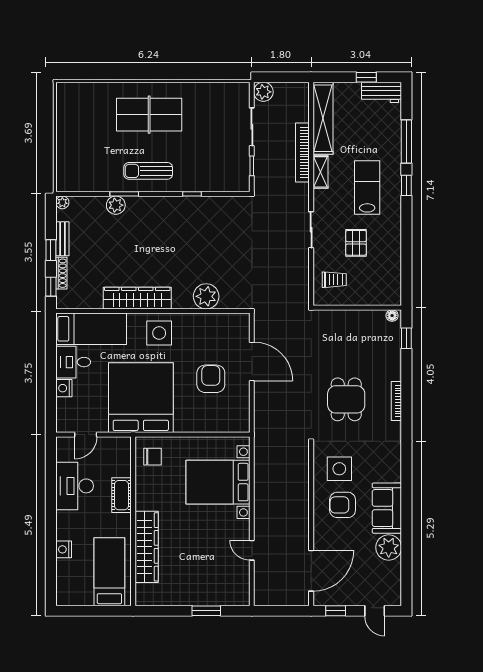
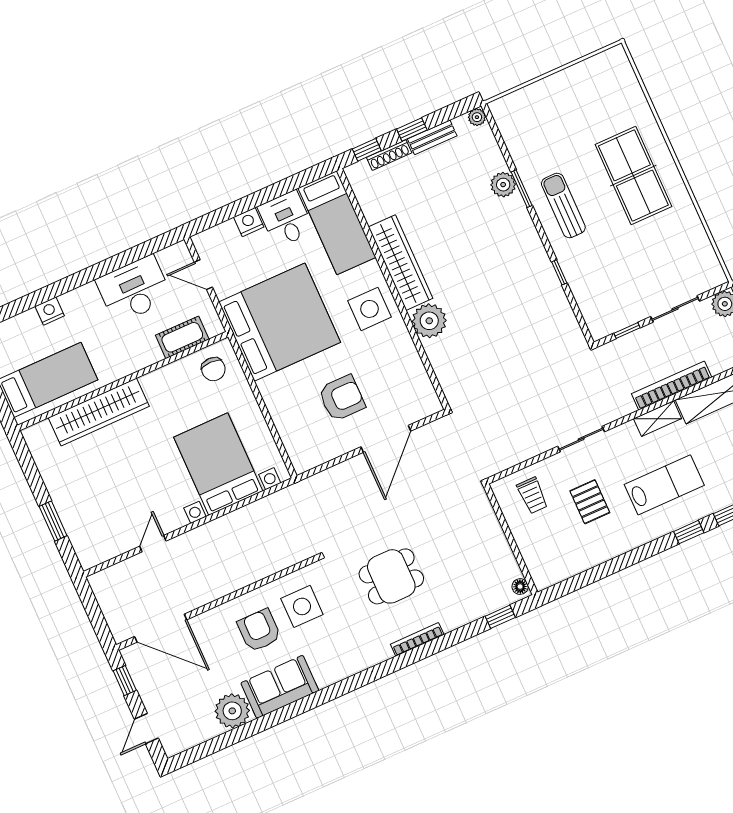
pallet: (356, 243) -> (590, 502), turned 90
plant: (206, 296) -> (429, 321), moved
cot: (122, 495) -> (182, 337), moved

